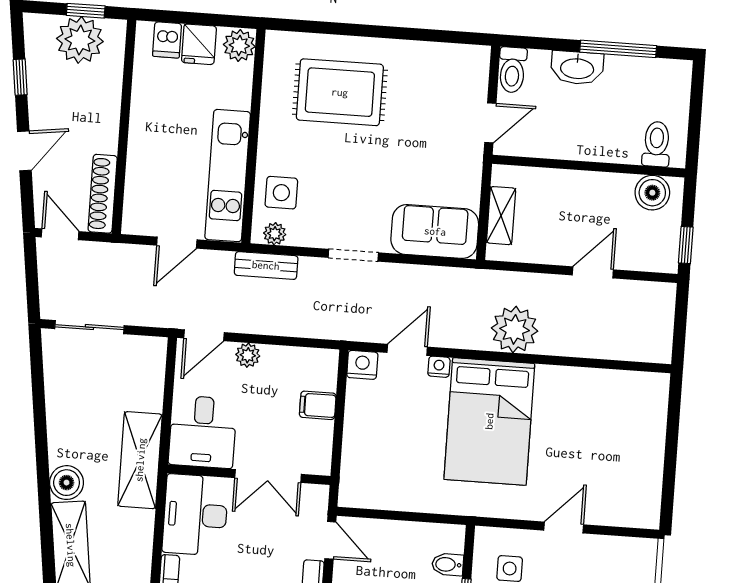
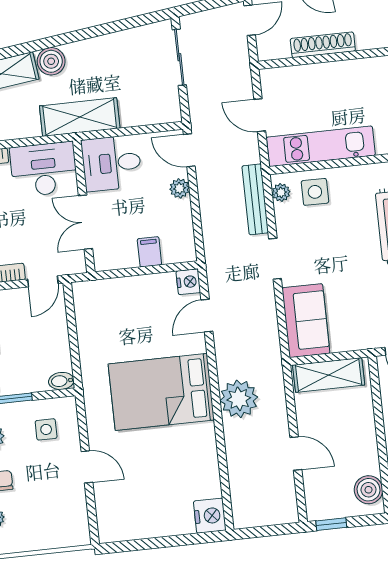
shoe rack: (103, 194) -> (323, 45), moved
shelving: (501, 216) -> (329, 375), width x1.50, depth x1.33
bench: (266, 265) -> (255, 199), width x1.36
door: (407, 350) -> (207, 316), swing flipped
nightstand: (439, 367) -> (210, 516), moved, width x1.89, depth x1.79
bidet: (448, 564) -> (61, 381), moved, turned -90

